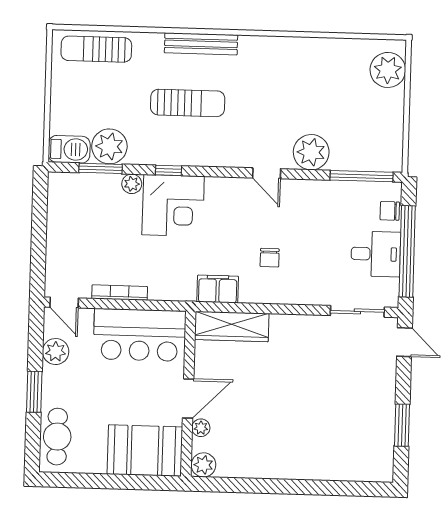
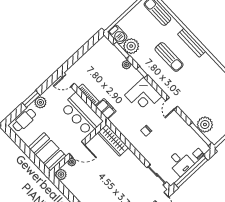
plant: (311, 152) -> (205, 125), moved
corner desk: (173, 205) -> (143, 96), moved
filing cabinet: (218, 289) -> (106, 109), moved
door: (64, 303) -> (68, 81), hinge flipped
plant: (56, 352) -> (40, 102), moved

